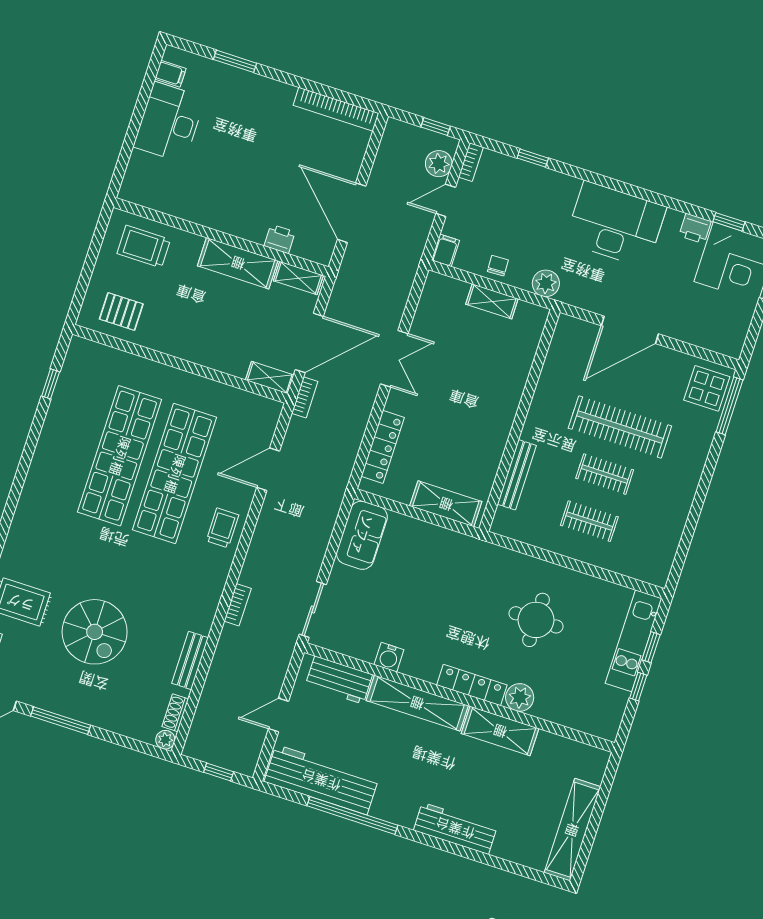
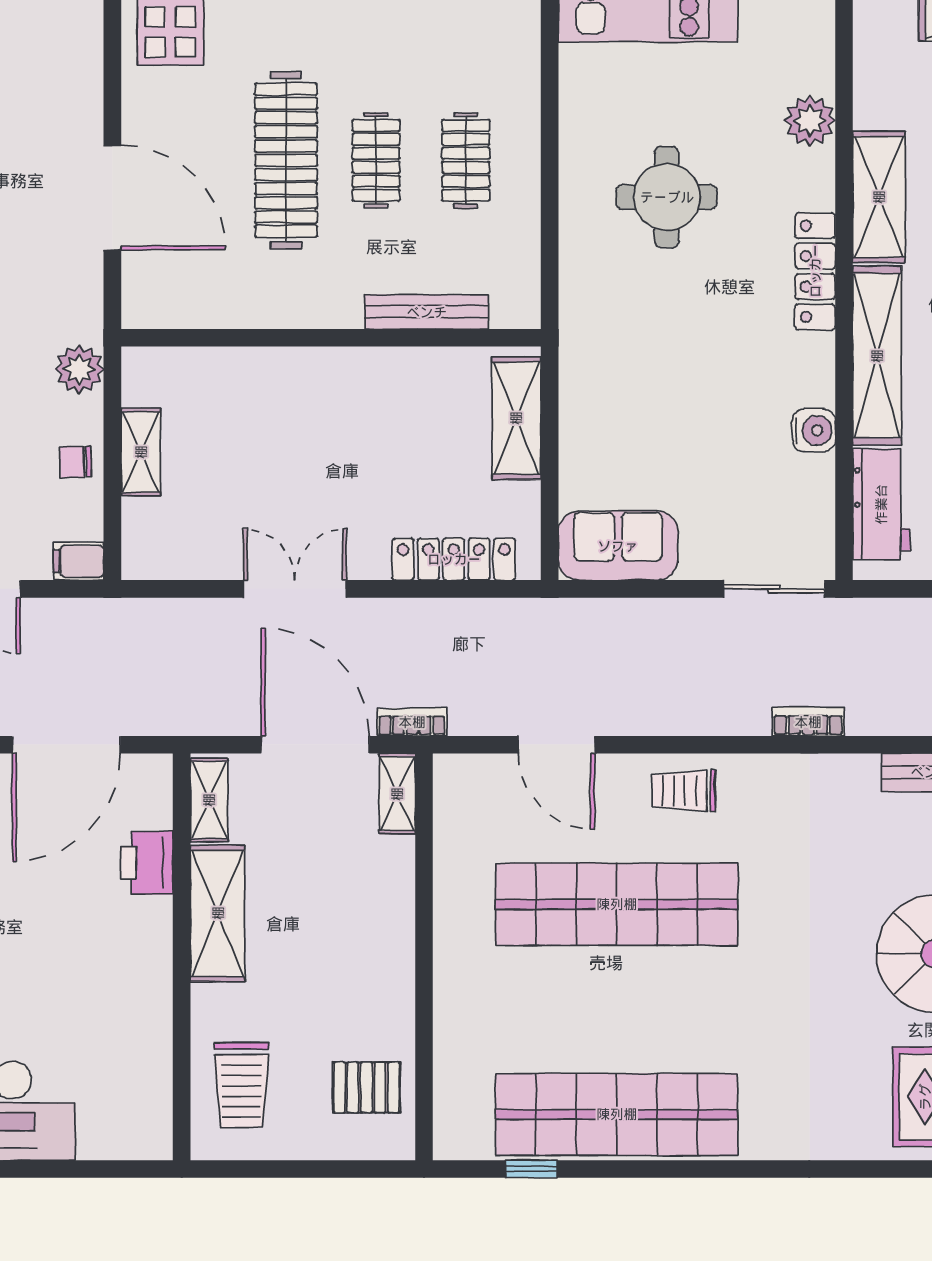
printer: (280, 239) -> (147, 863), width x1.36, depth x1.24
pallet: (121, 311) -> (366, 1087), turned 90
shop shelf: (120, 456) -> (617, 1114), moved
plant: (520, 697) -> (810, 121), moved

